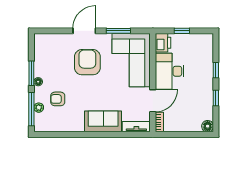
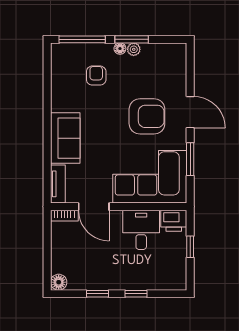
desk: (170, 71) -> (141, 230), width x0.73
plant: (39, 108) -> (134, 49), moved

